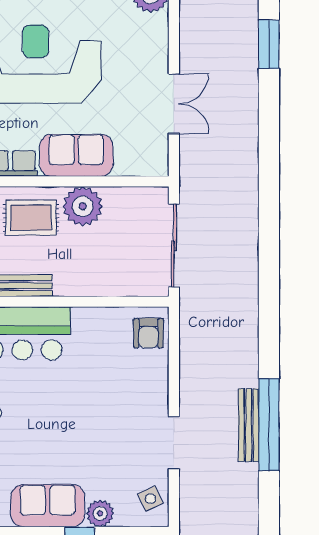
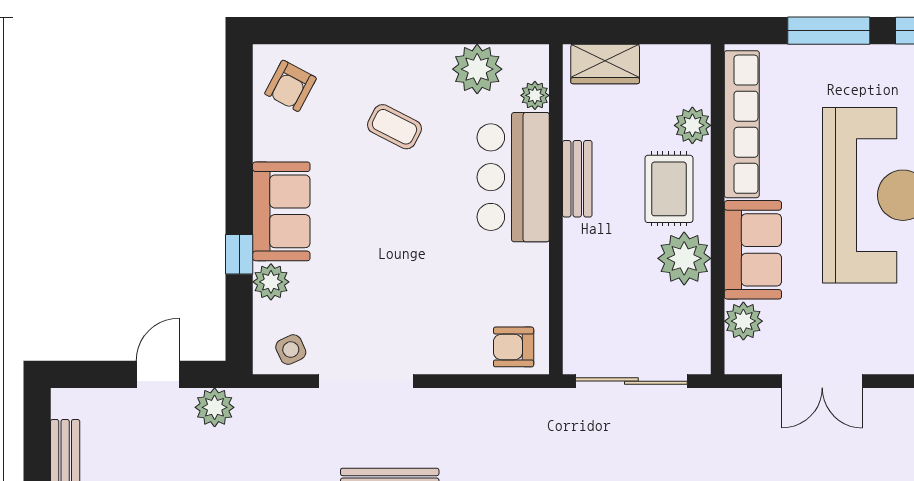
plant: (129, 162) -> (743, 321), added
doorway: (174, 443) -> (366, 381), width x1.36

